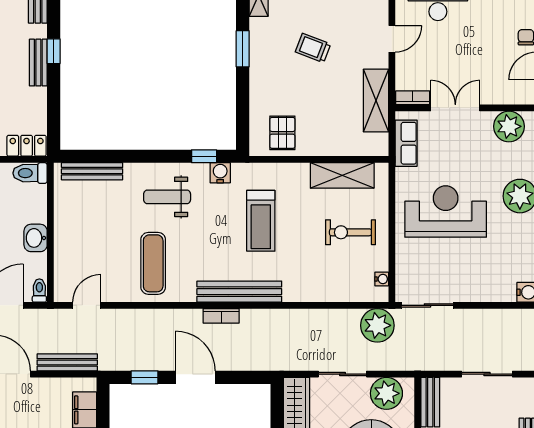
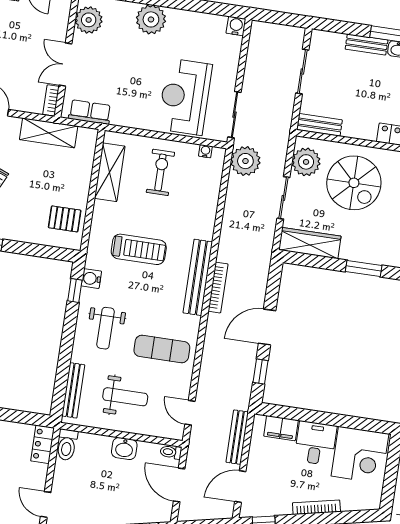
reception desk: (446, 212) -> (185, 97), moved
weight bench: (94, 230) -> (125, 397), added
exercise bike: (350, 232) -> (160, 172), turned 180
bookcase: (221, 316) -> (218, 288), width x1.56

